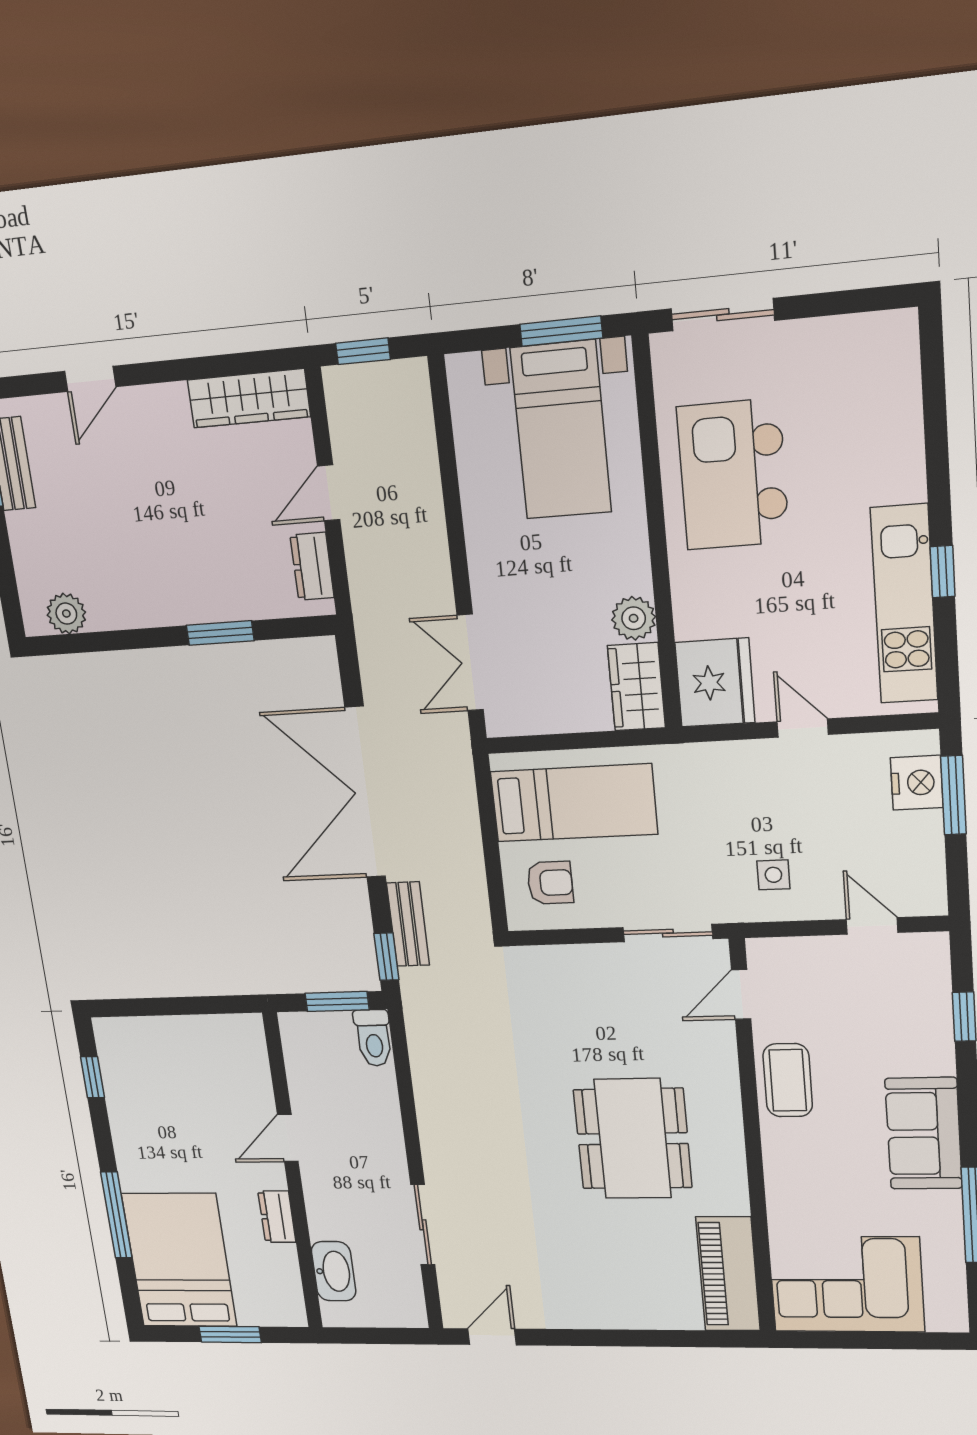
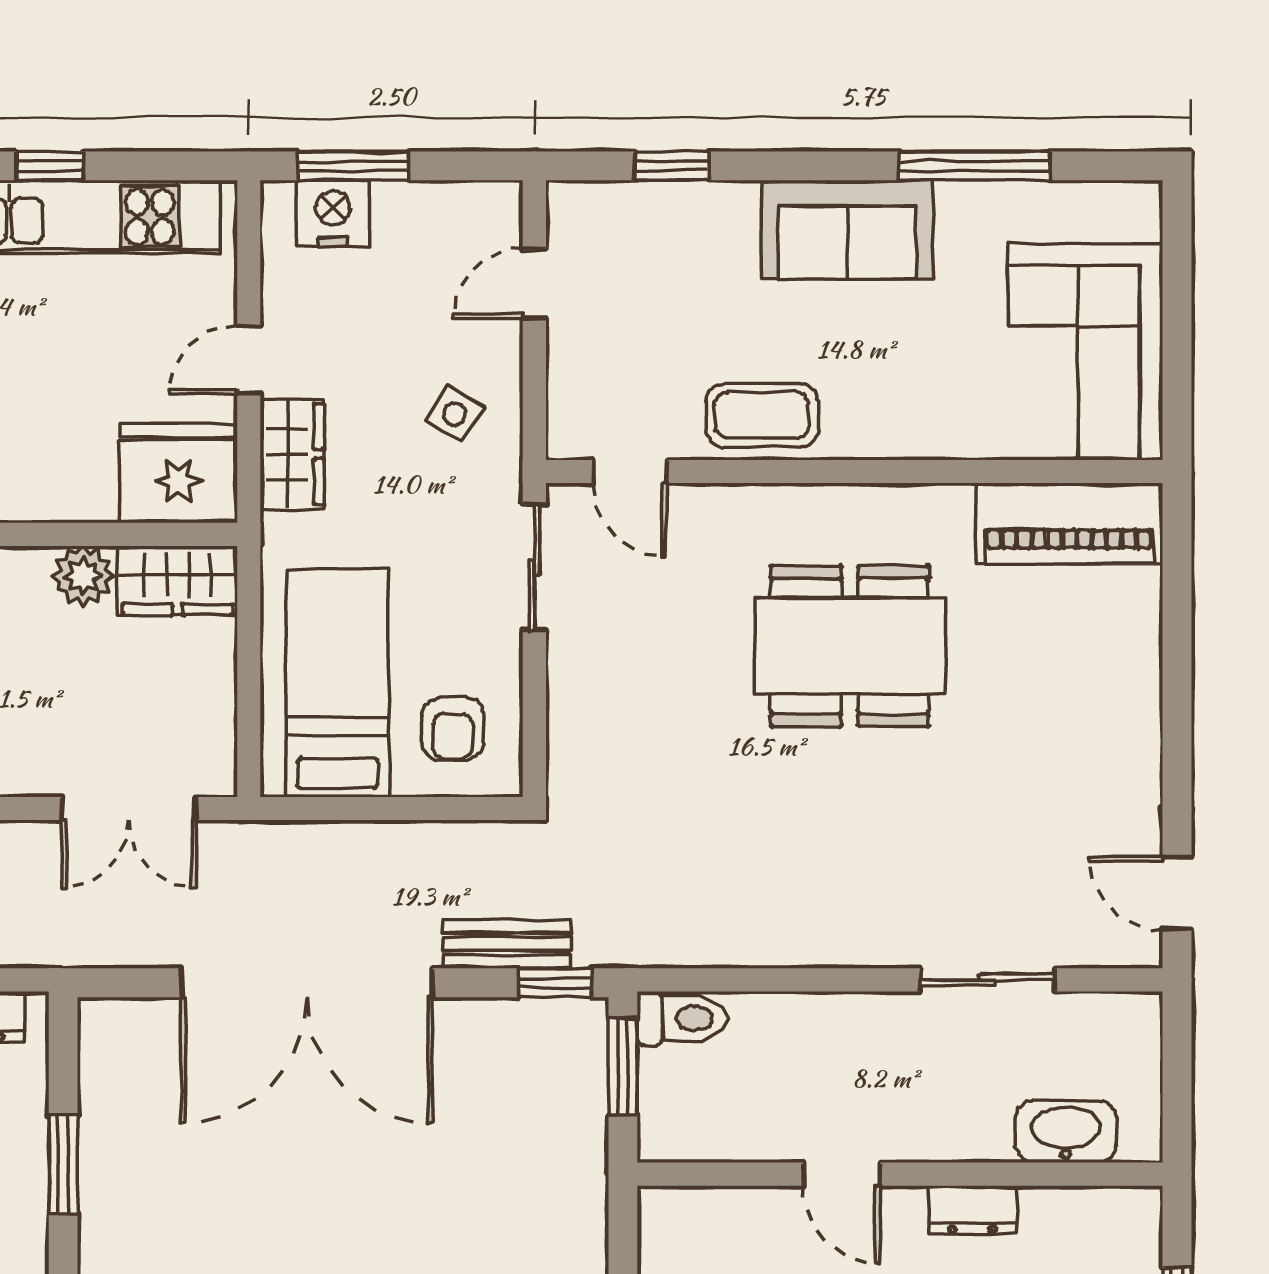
wardrobe: (735, 763) -> (292, 454), added
side table: (773, 875) -> (455, 414), turned 32
armchair: (550, 883) -> (453, 729), turned 180

